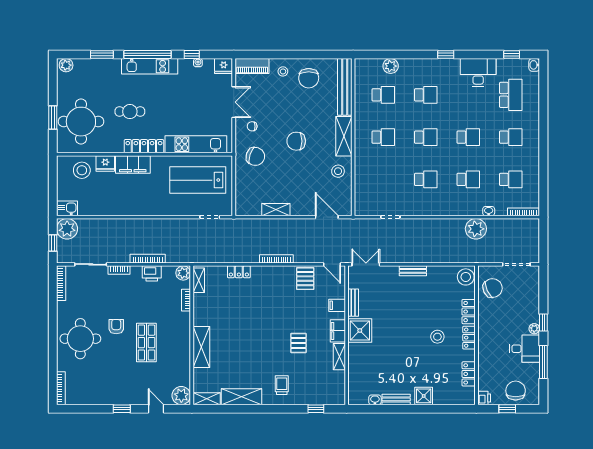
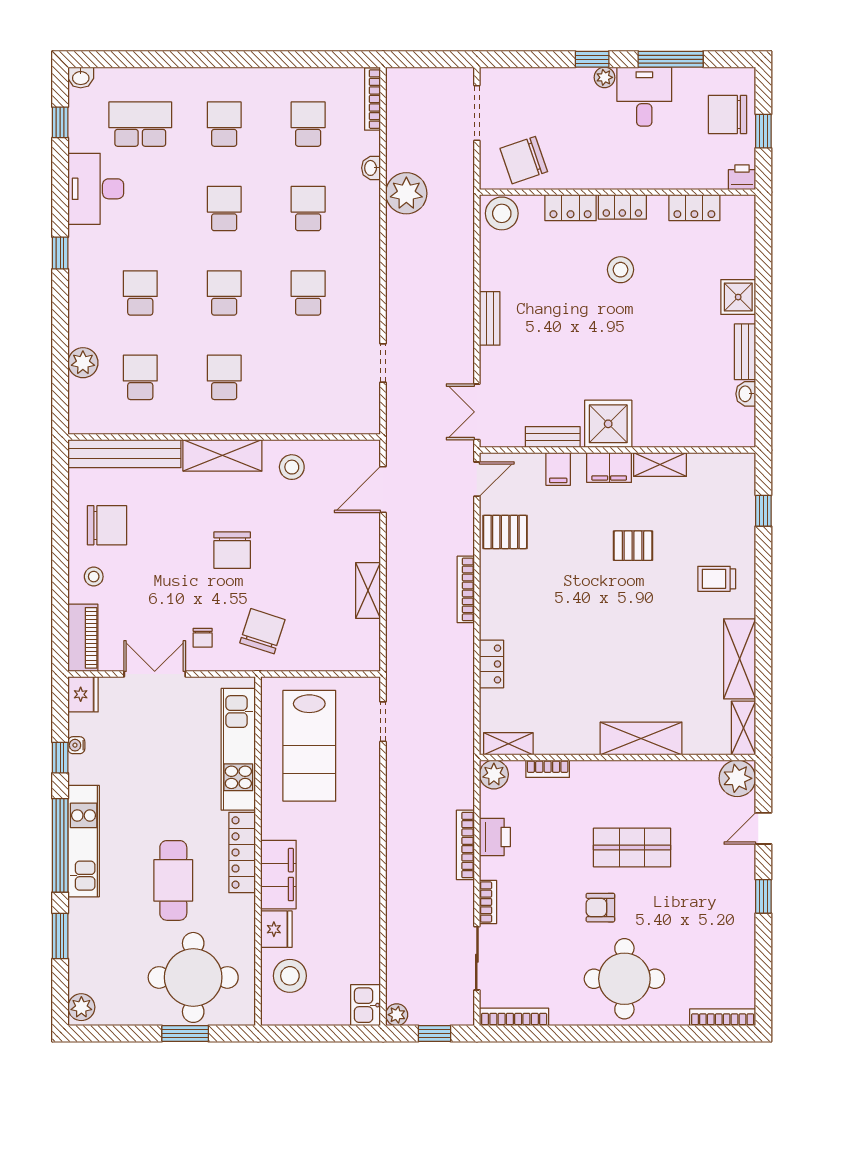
cafe table: (130, 112) -> (173, 880), width x1.37, depth x1.35
plant: (67, 229) -> (397, 1015), width x0.53, depth x0.53
chair: (493, 288) -> (524, 160), turned -84

